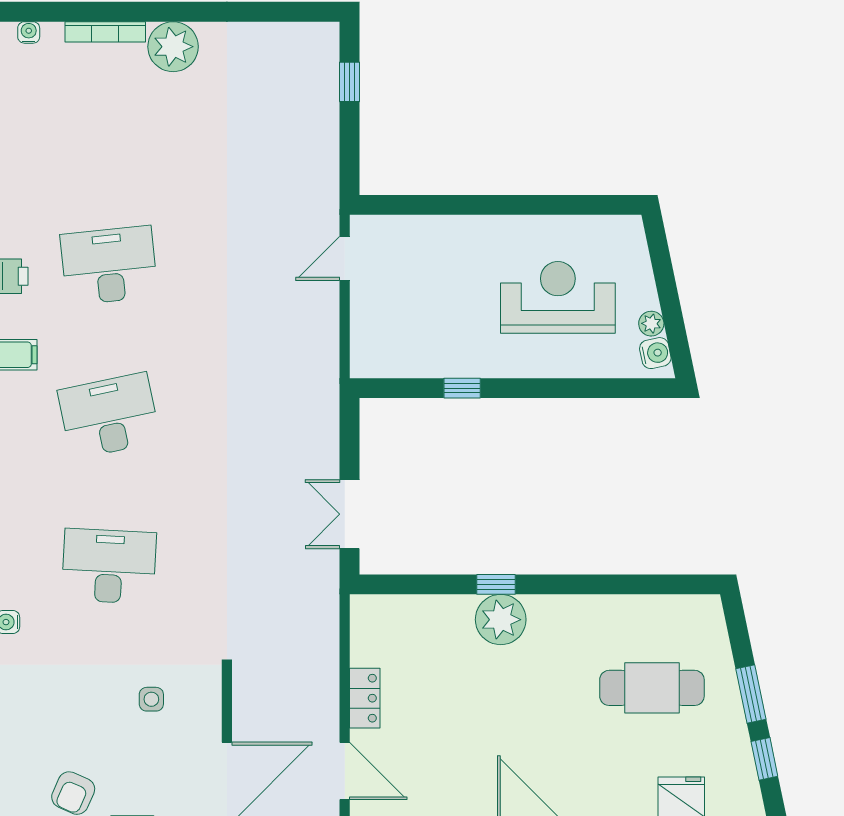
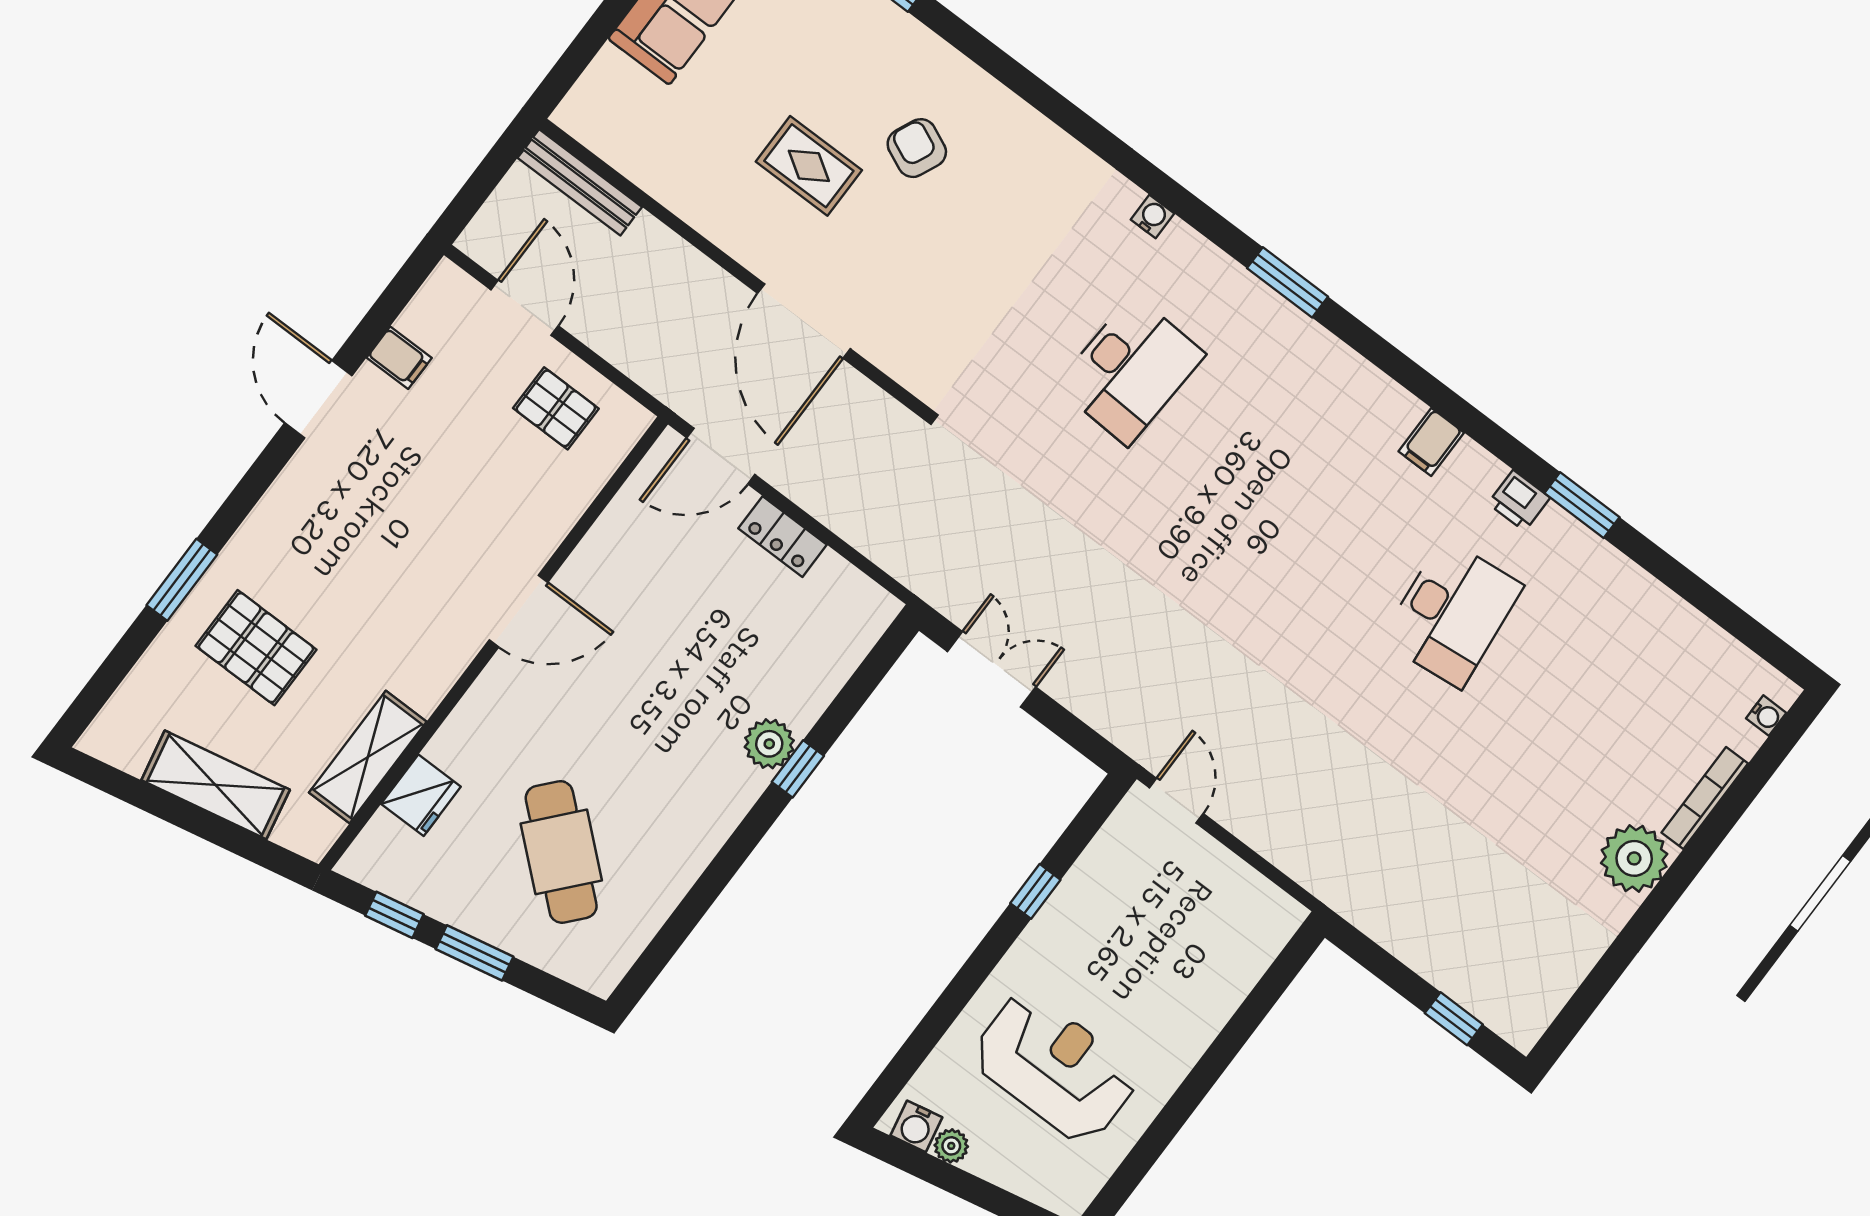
door: (345, 258) -> (1176, 801), moved
reception desk: (558, 297) -> (1055, 1067), turned -90
desk: (109, 416) -> (1291, 492), removed
plant: (501, 620) -> (769, 744), width x0.73, depth x0.73
cafe table: (652, 688) -> (561, 852), turned -49
side table: (151, 699) -> (954, 308), removed

